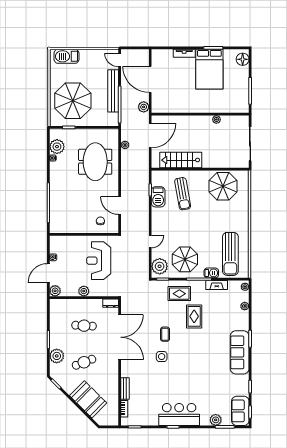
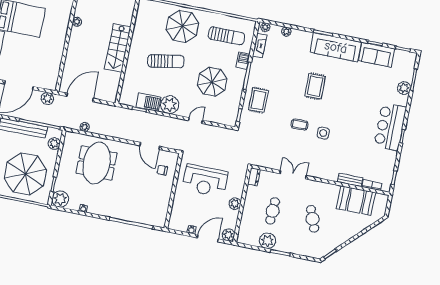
plant: (105, 121) -> (54, 143), added
door: (150, 136) -> (80, 97), hinge flipped
plant: (57, 147) -> (60, 199), moved
stairs: (181, 160) -> (118, 48), moved
meeting table: (95, 162) -> (97, 163), turned 90
parasol: (223, 186) -> (182, 26), moved
sun lounger: (183, 194) -> (166, 61), moved
door: (120, 206) -> (150, 146), hinge flipped
door: (150, 242) -> (196, 120), hinge flipped
sun lounger: (230, 254) -> (226, 36), width x0.73, depth x0.75
parasol: (185, 259) -> (212, 82), moved
plant: (160, 266) -> (170, 105), moved
door: (48, 273) -> (208, 238), swing flipped
fireplace: (217, 285) -> (260, 46), moved
rug: (194, 316) -> (315, 86), moved, turned 90
double door: (120, 337) -> (293, 175), width x0.54
plant: (57, 356) -> (267, 241), moved
booth: (88, 399) -> (356, 201), moved, turned 45
sofa: (240, 411) -> (376, 55), moved

